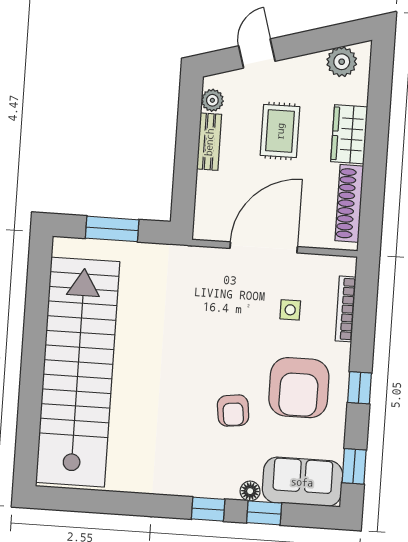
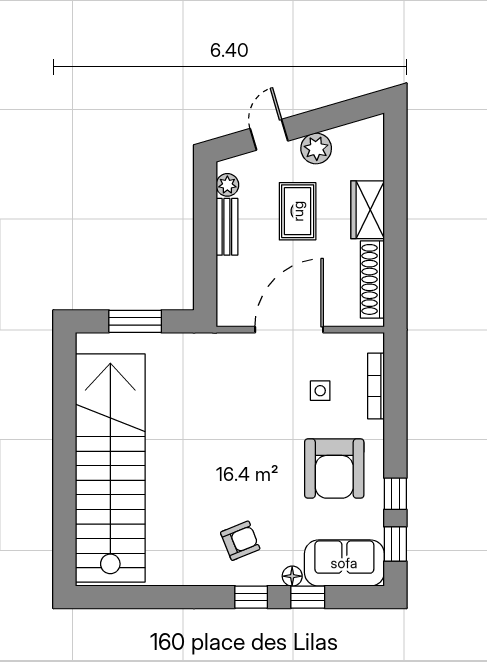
plant: (342, 62) -> (316, 148), moved
window: (359, 388) -> (395, 494), moved
armchair: (233, 411) -> (240, 541), moved, turned -105

